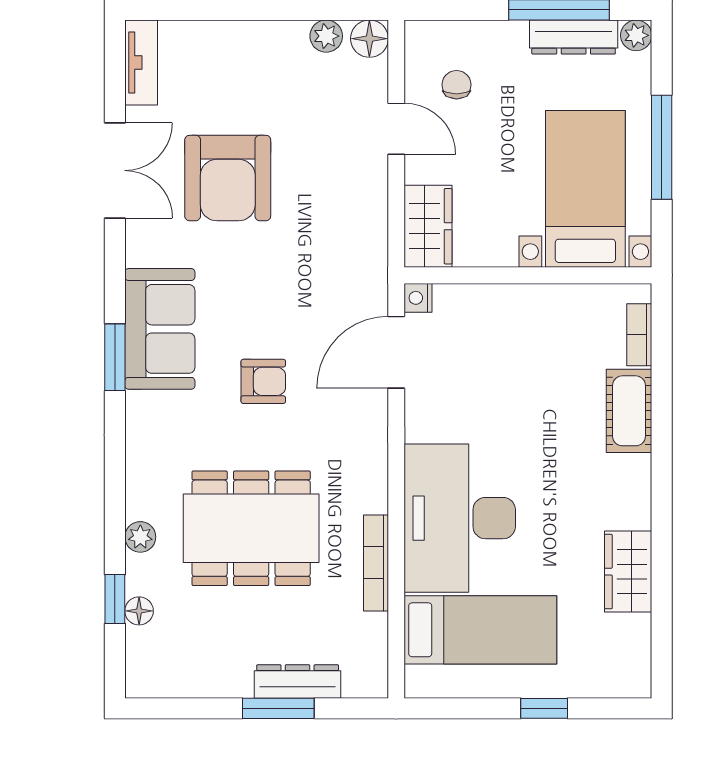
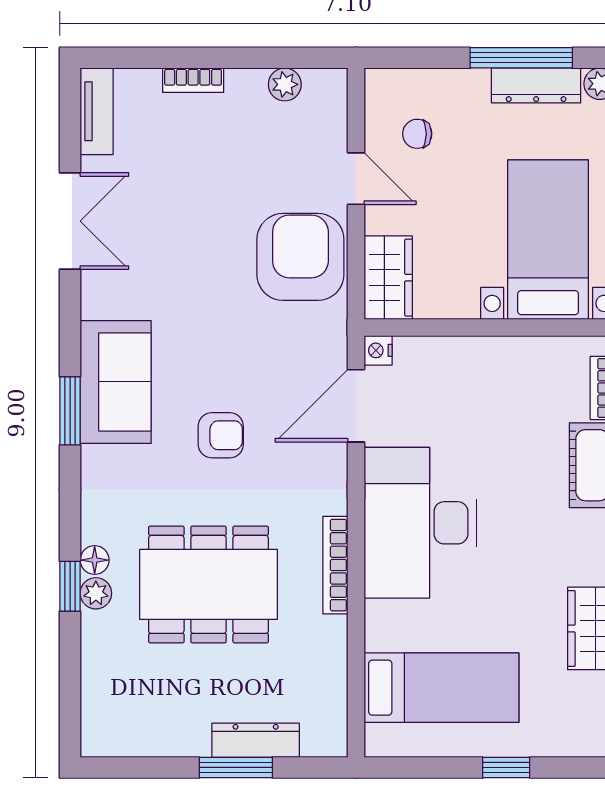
bookcase: (236, 32) -> (193, 80), added
floor lamp: (369, 39) -> (329, 87), removed
chair: (457, 85) -> (417, 134), turned -90
armchair: (228, 178) -> (300, 257), moved, turned 180
desk: (460, 518) -> (420, 523), moved
bookcase: (376, 563) -> (335, 565), moved
window: (115, 599) -> (70, 586), moved
floor lamp: (139, 611) -> (95, 560), moved

